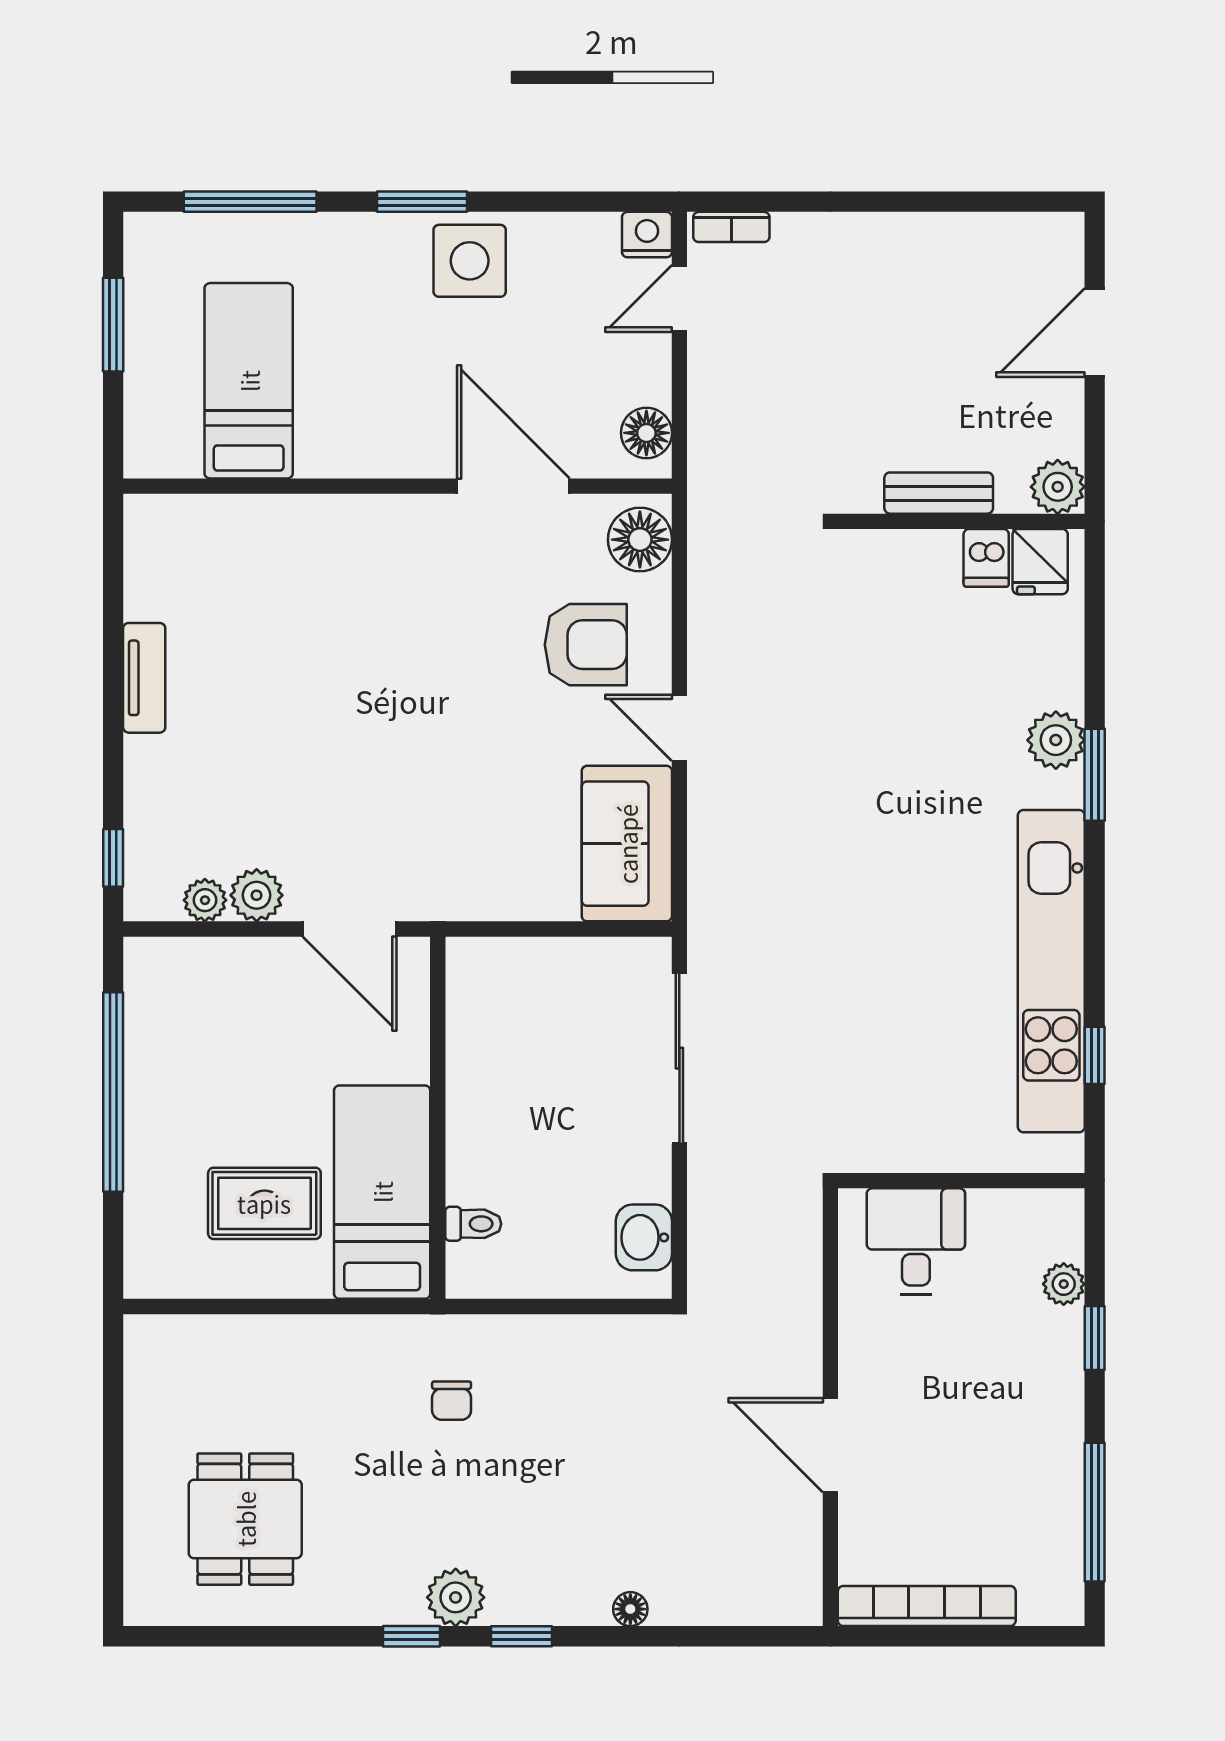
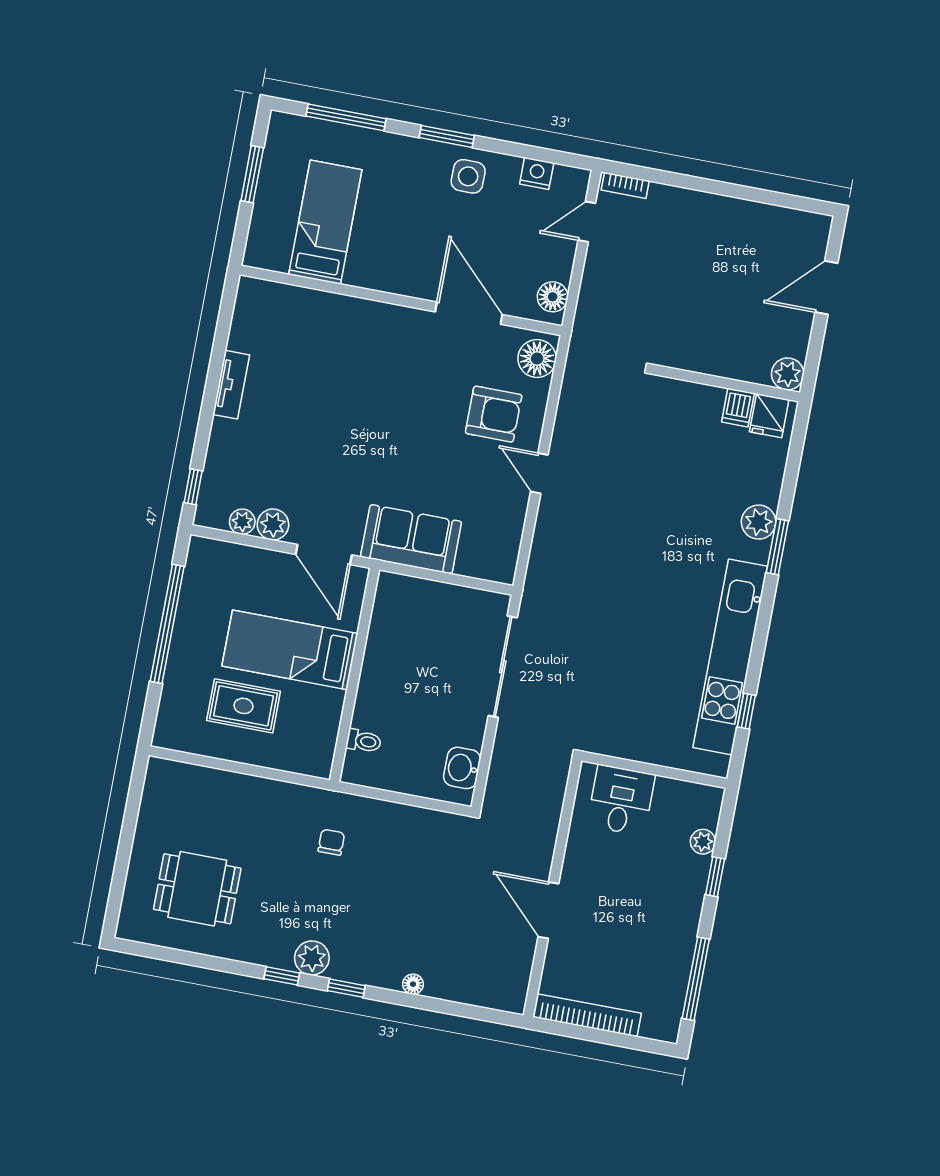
nightstand: (647, 235) -> (537, 173), moved
side table: (470, 261) -> (468, 176), width x0.73, depth x0.73
bench: (939, 493) -> (717, 364), removed
sofa: (627, 844) -> (411, 539), moved, turned 90
bed: (382, 1192) -> (290, 650), moved, turned -90
chair: (452, 1401) -> (331, 842), turned 180
dining table: (245, 1519) -> (197, 889), turned 90

